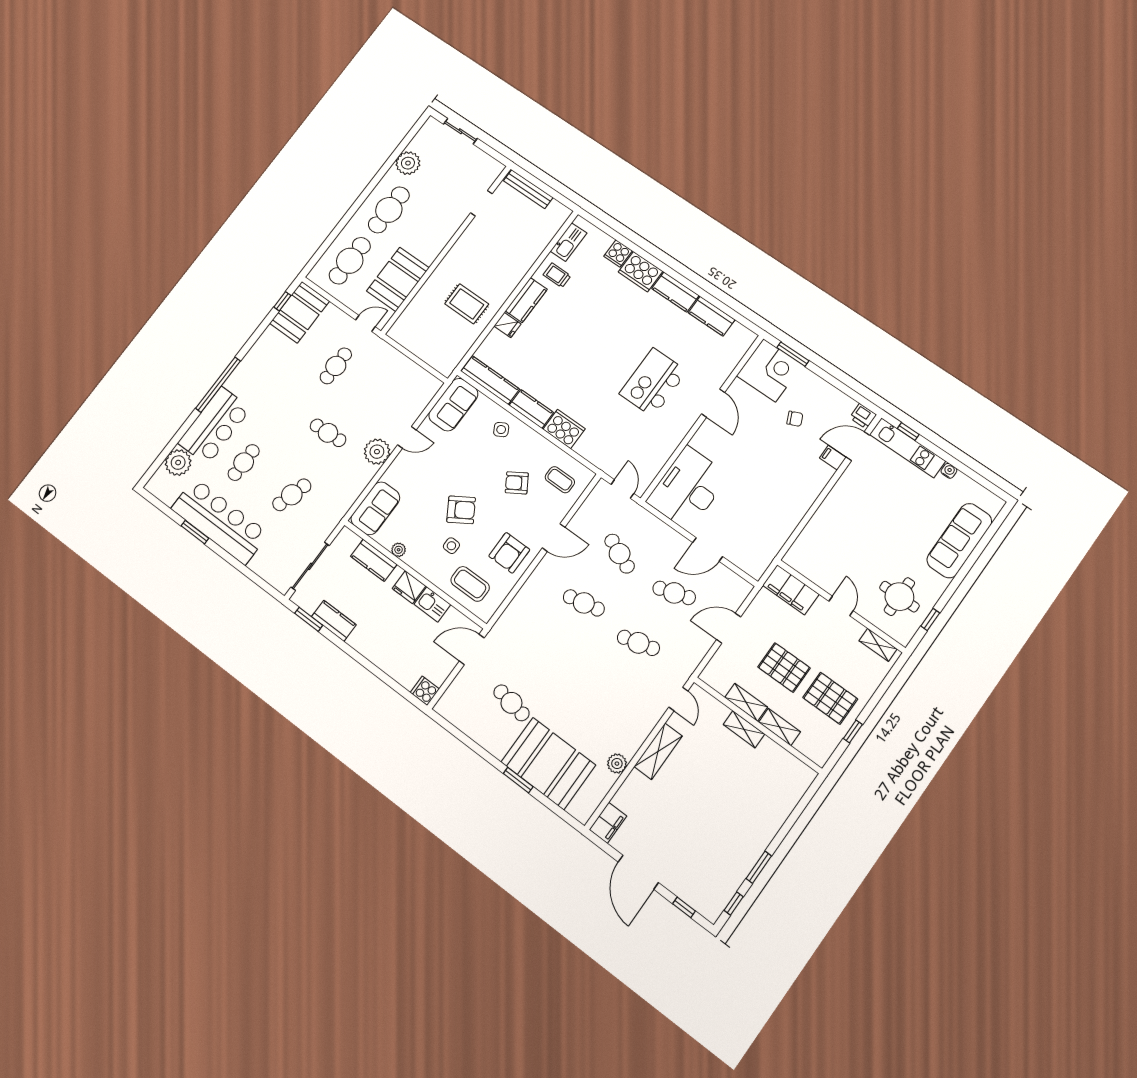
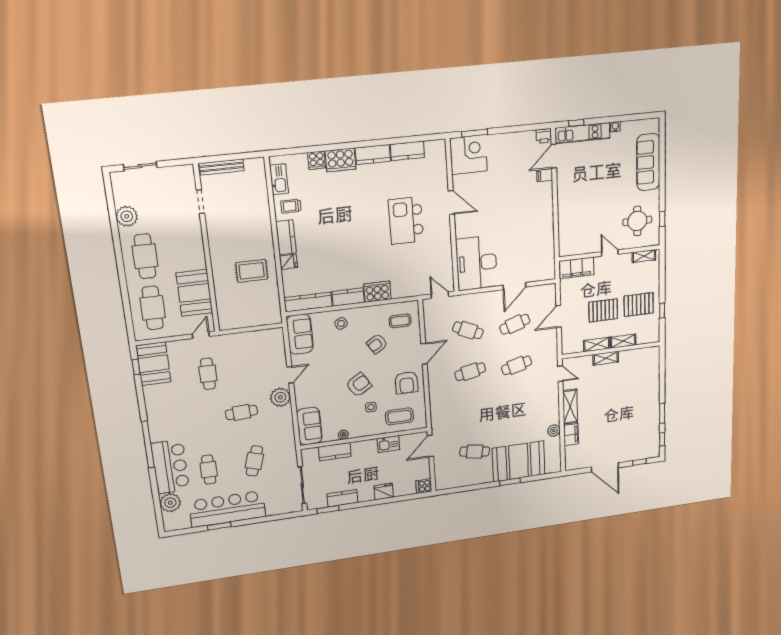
chair: (795, 419) -> (506, 171), removed
fridge: (409, 587) -> (384, 491), moved, turned 180
filing cabinet: (608, 823) -> (571, 435), moved

